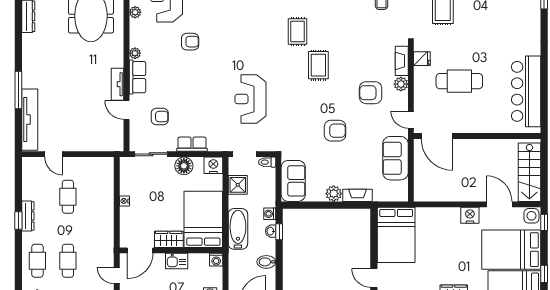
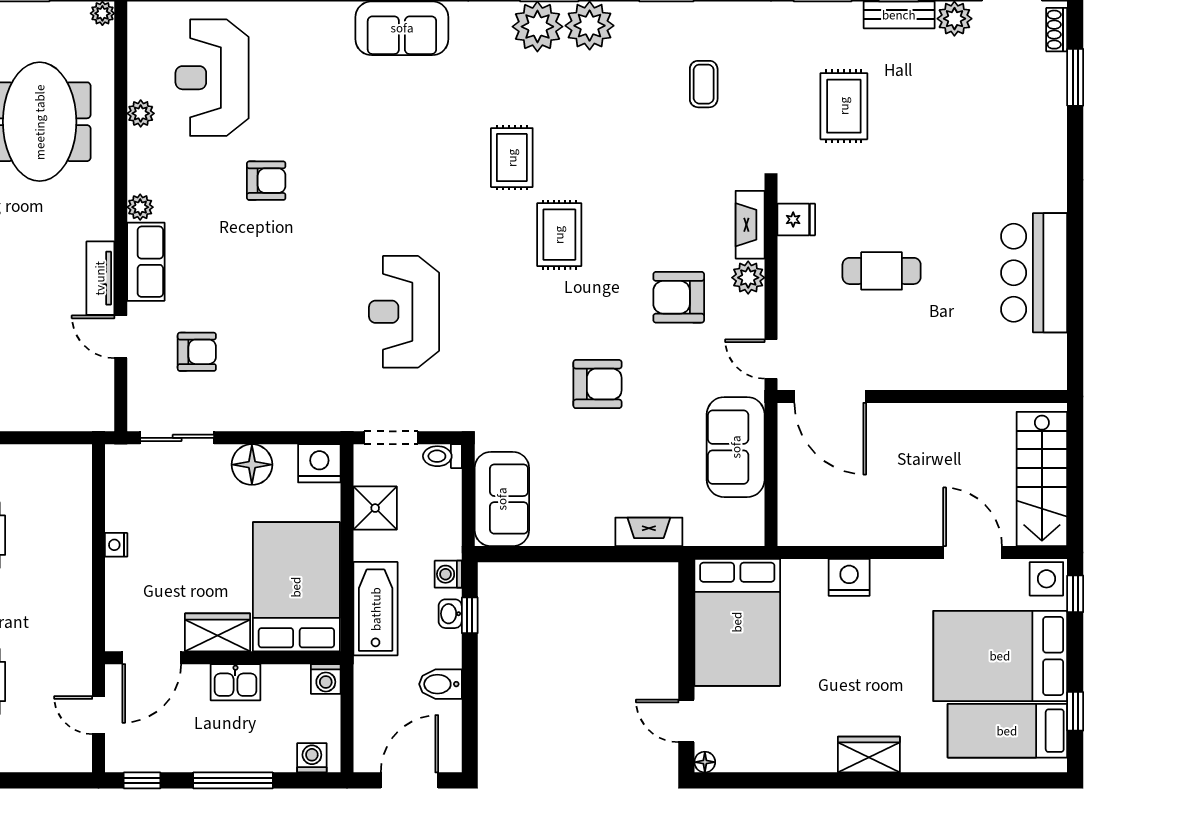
cafe table: (459, 81) -> (882, 271), width x0.73, depth x0.74
bar counter: (526, 91) -> (1034, 273), width x0.73
row of seats: (192, 144) -> (271, 415), removed
plant: (334, 194) -> (594, 528), removed
nightstand: (470, 215) -> (849, 577), moved

